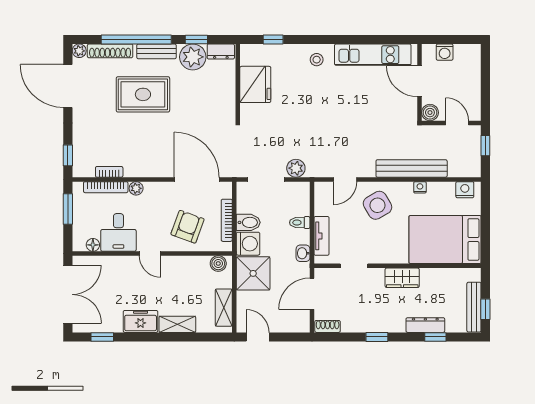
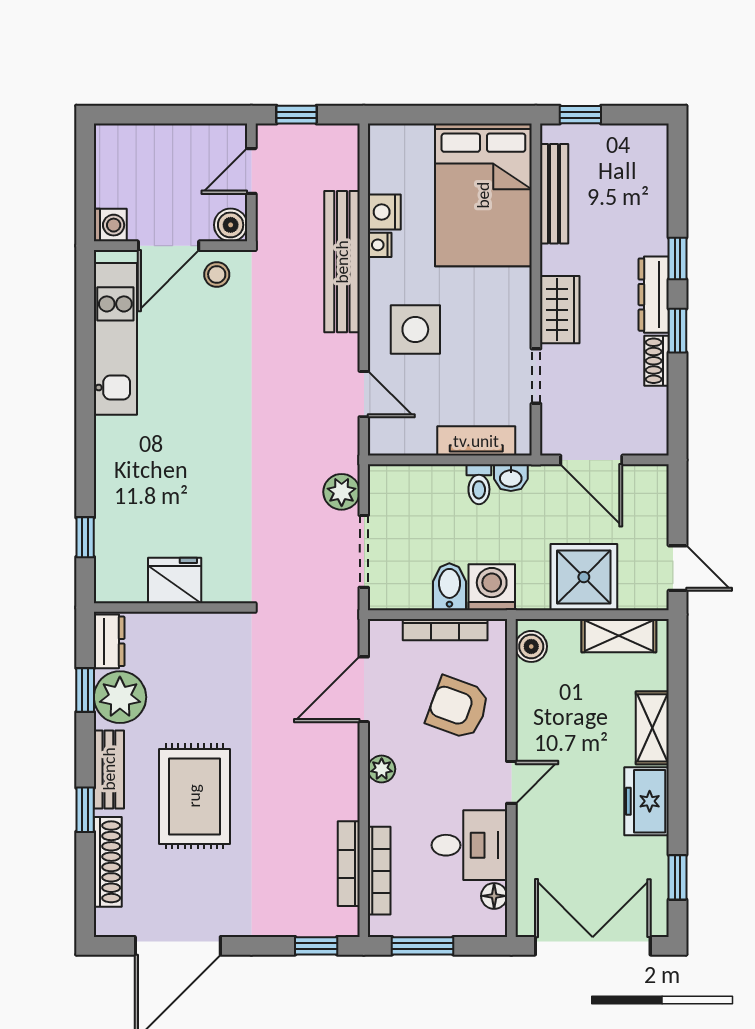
window: (136, 39) -> (85, 810), width x0.32
plant: (79, 51) -> (108, 923), removed
washing machine: (445, 52) -> (110, 225), moved
stool: (317, 60) -> (217, 274), moved
fridge: (255, 84) -> (175, 580), width x0.73, depth x0.75
bookcase: (109, 172) -> (349, 864), width x1.56
door: (197, 179) -> (364, 689), width x0.73
plant: (136, 188) -> (382, 769), moved
nightstand: (465, 190) -> (384, 212), moved
side table: (377, 205) -> (415, 329), turned 30
toilet: (300, 223) -> (479, 484), moved
shower: (253, 273) -> (584, 577), moved
wardrobe: (402, 278) -> (560, 310), moved
bench: (474, 307) -> (554, 194), moved, turned 90
window: (485, 309) -> (580, 115), moved
dresser: (425, 325) -> (654, 295), moved
shoe rack: (328, 326) -> (657, 361), moved
door: (258, 337) -> (677, 568), swing flipped
window: (435, 337) -> (677, 258), moved

